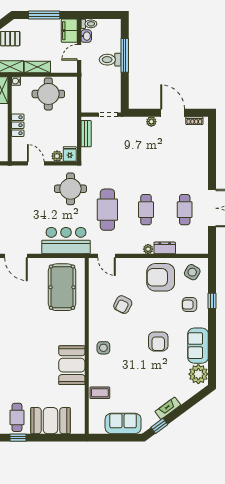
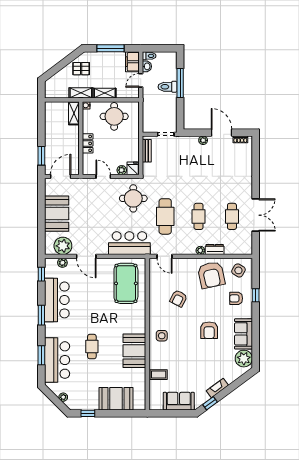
armchair: (161, 277) -> (211, 275), turned -102
cafe table: (17, 417) -> (92, 347), moved

